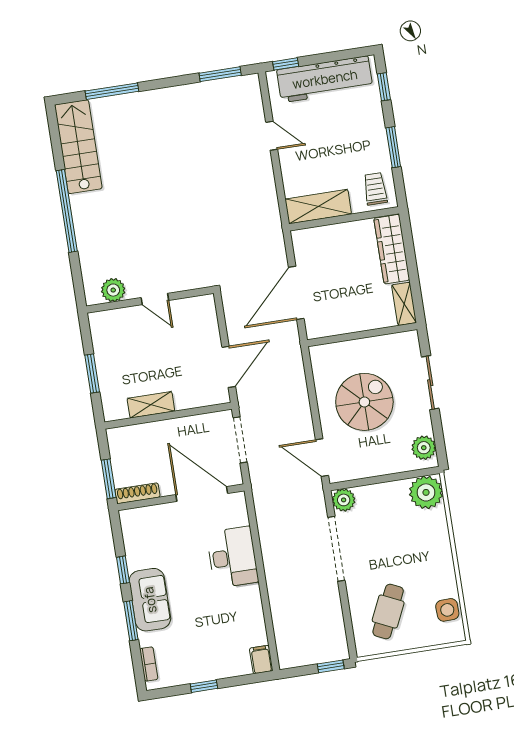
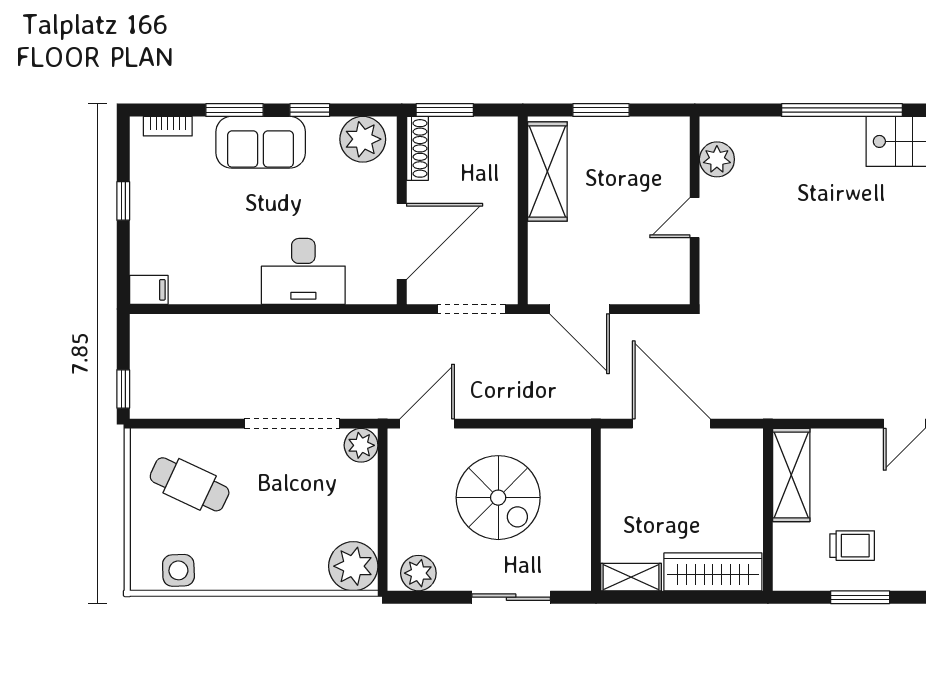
trolley: (375, 189) -> (852, 546), moved
shelving: (151, 405) -> (547, 171), width x1.50, depth x1.33
plant: (137, 531) -> (363, 139), added

